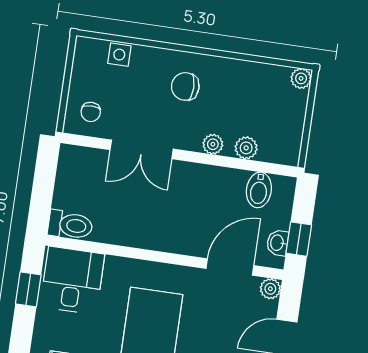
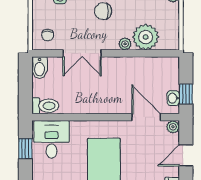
plant: (246, 148) -> (146, 37), width x1.87, depth x1.87
bidet: (259, 190) -> (40, 68), moved
door: (230, 267) -> (146, 117), hinge flipped

